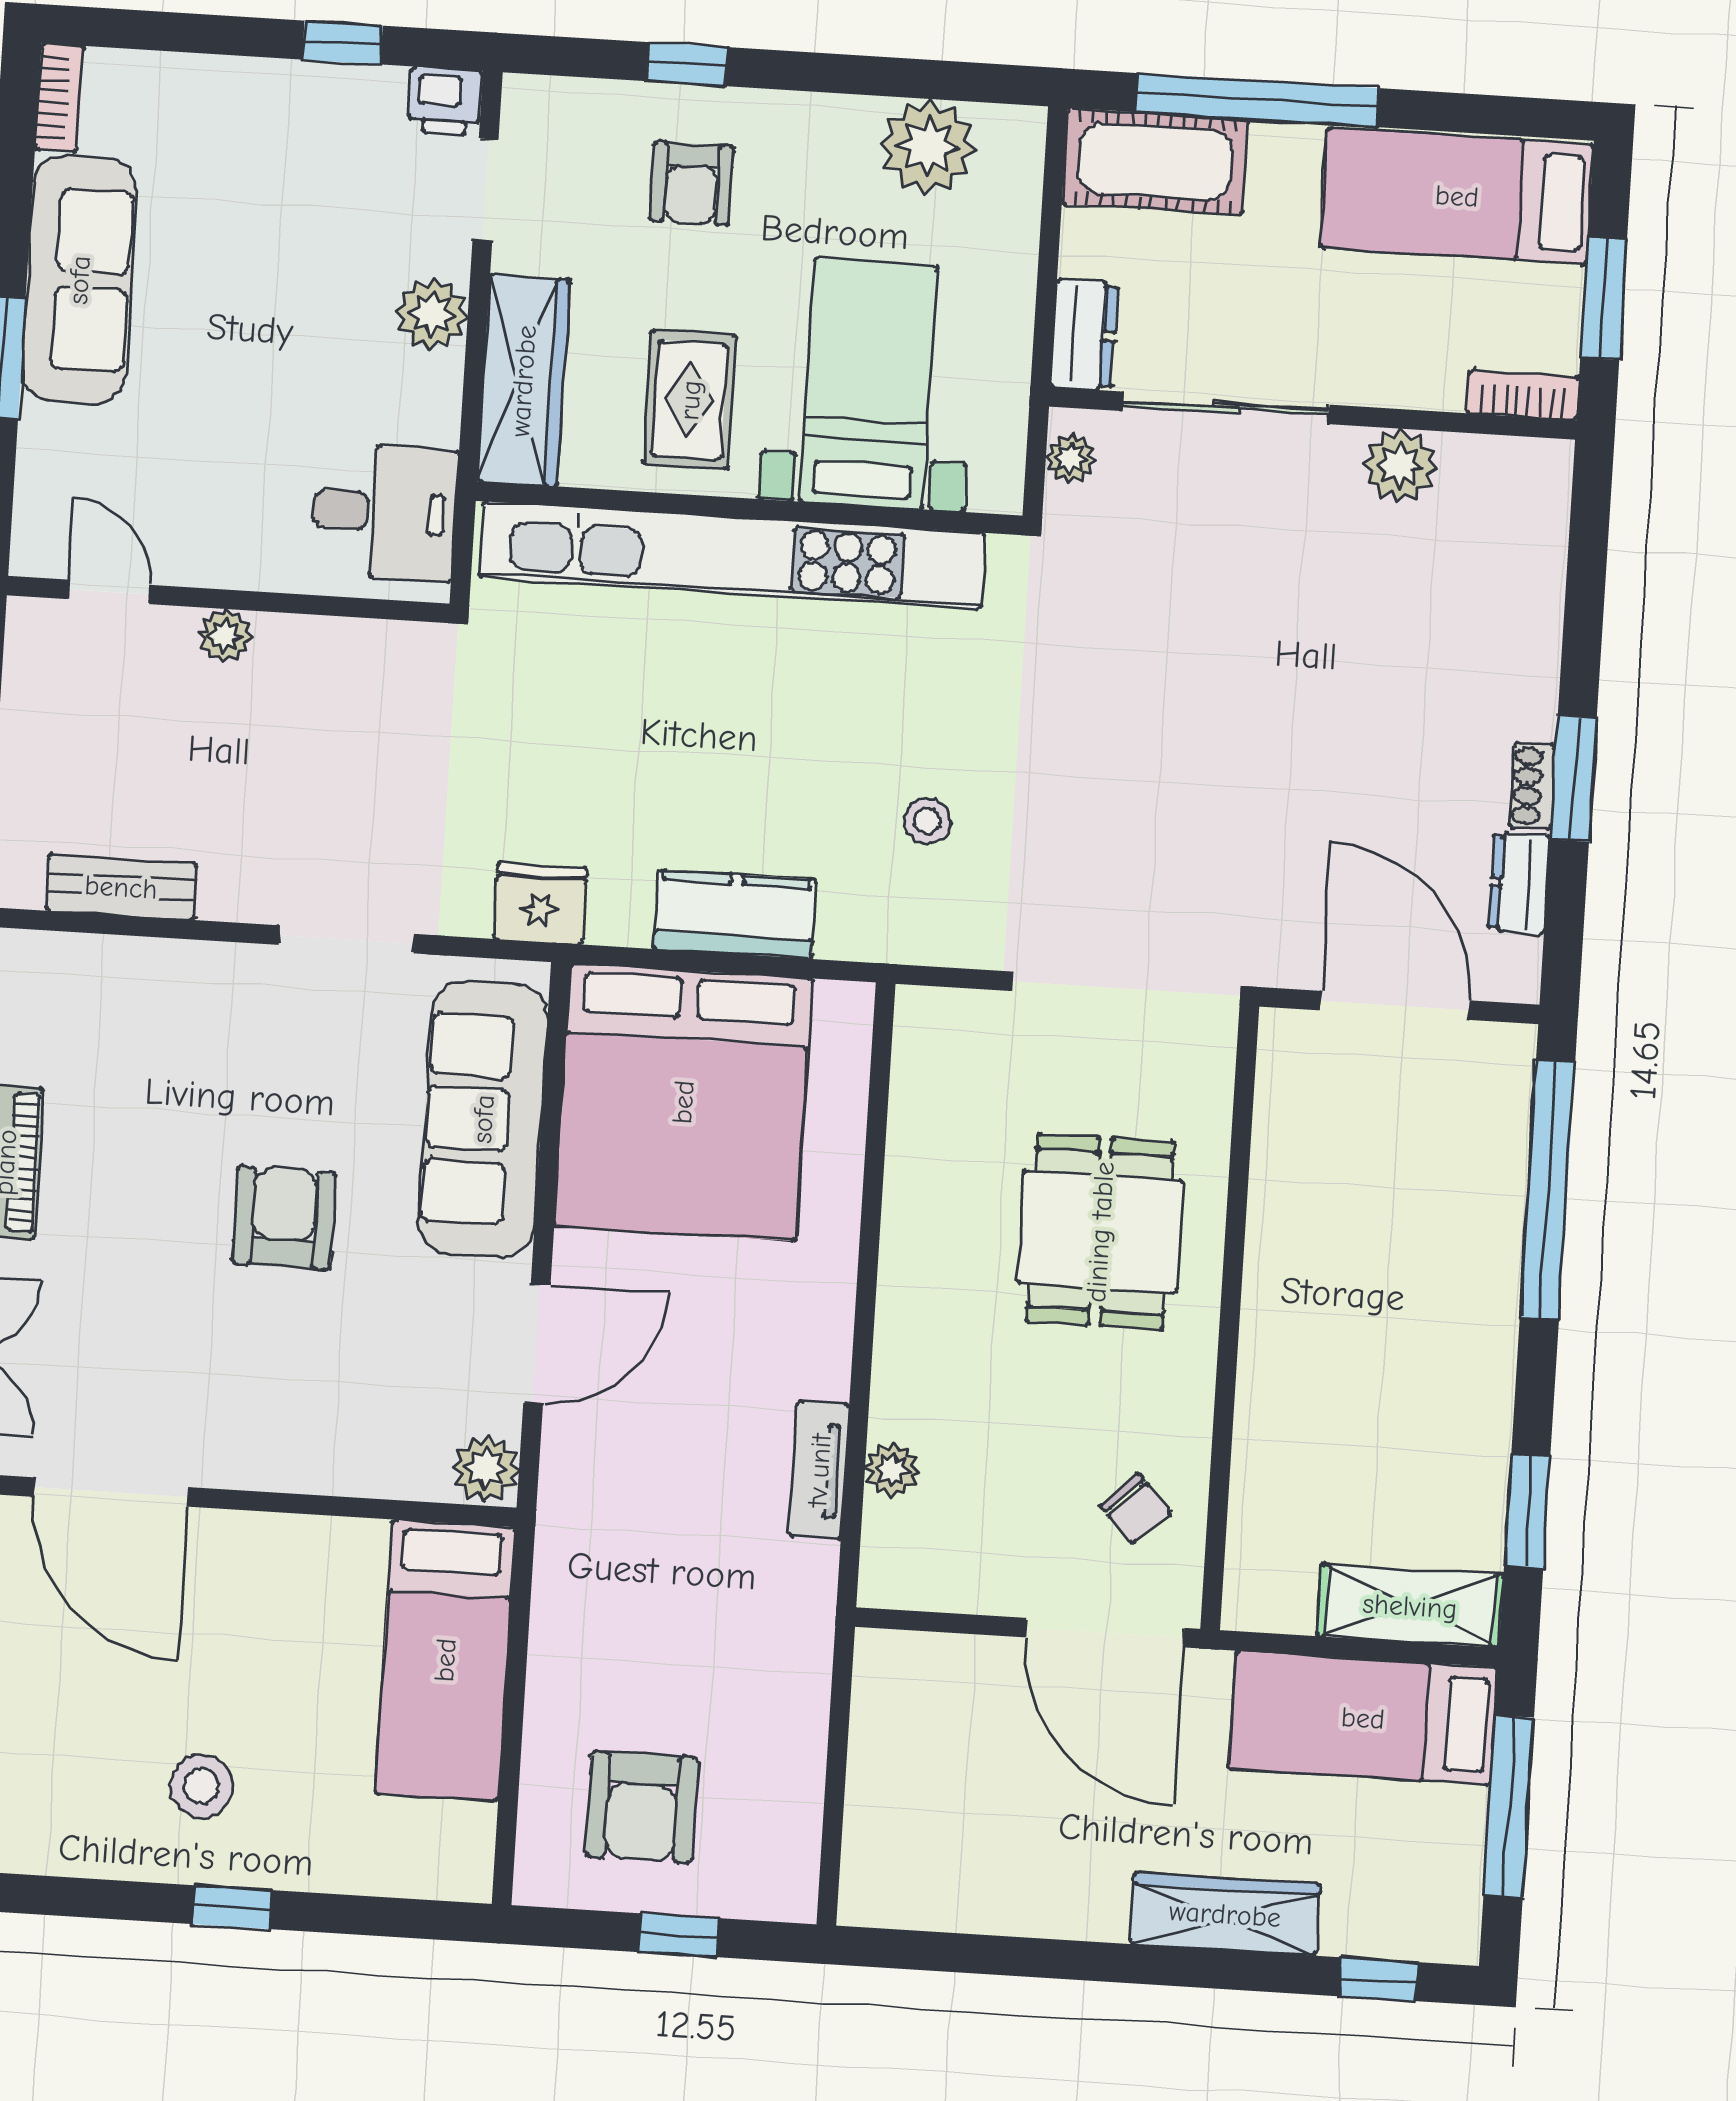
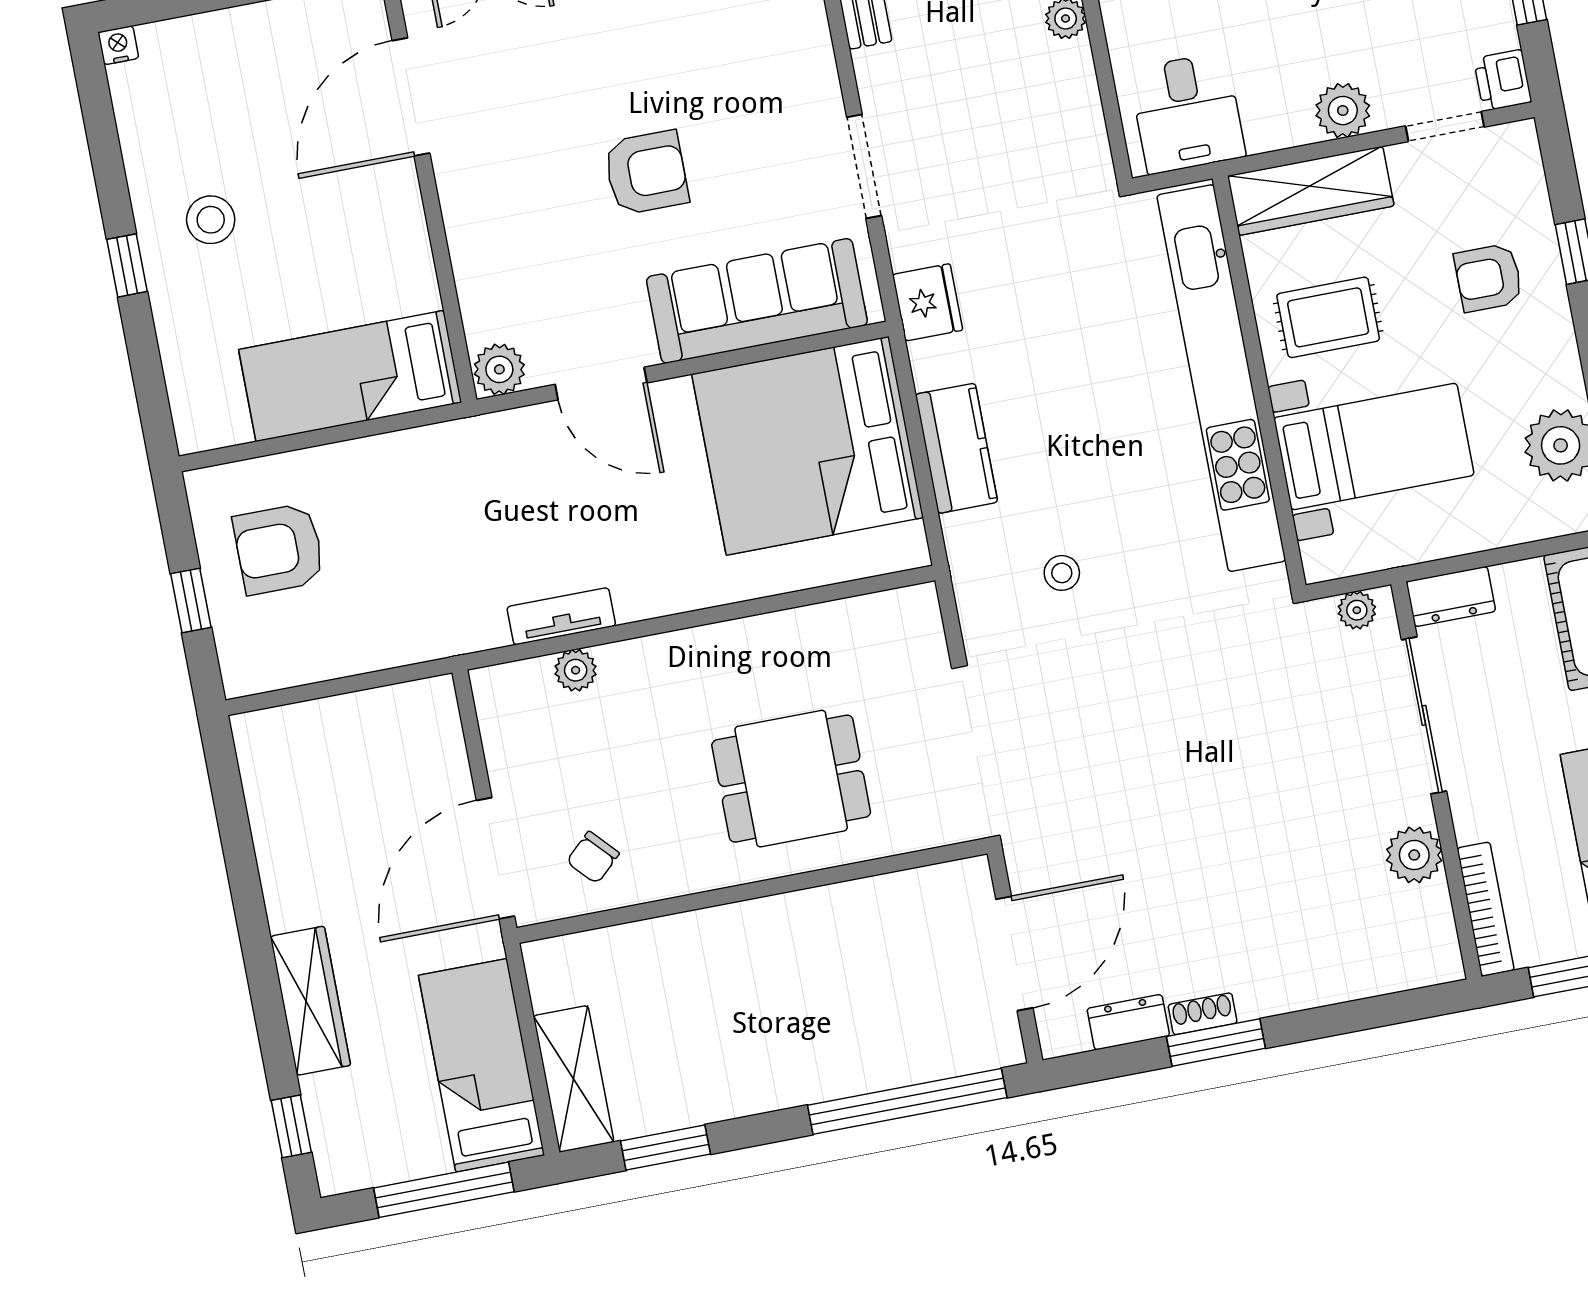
bookcase: (1523, 395) -> (1486, 909), width x1.56

